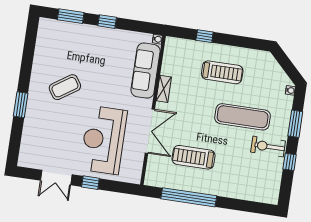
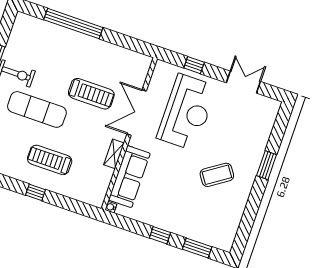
window: (205, 36) -> (35, 192), moved
treadmill: (194, 157) -> (91, 94), moved
window: (90, 183) -> (194, 65), moved
window: (189, 197) -> (73, 24), moved

